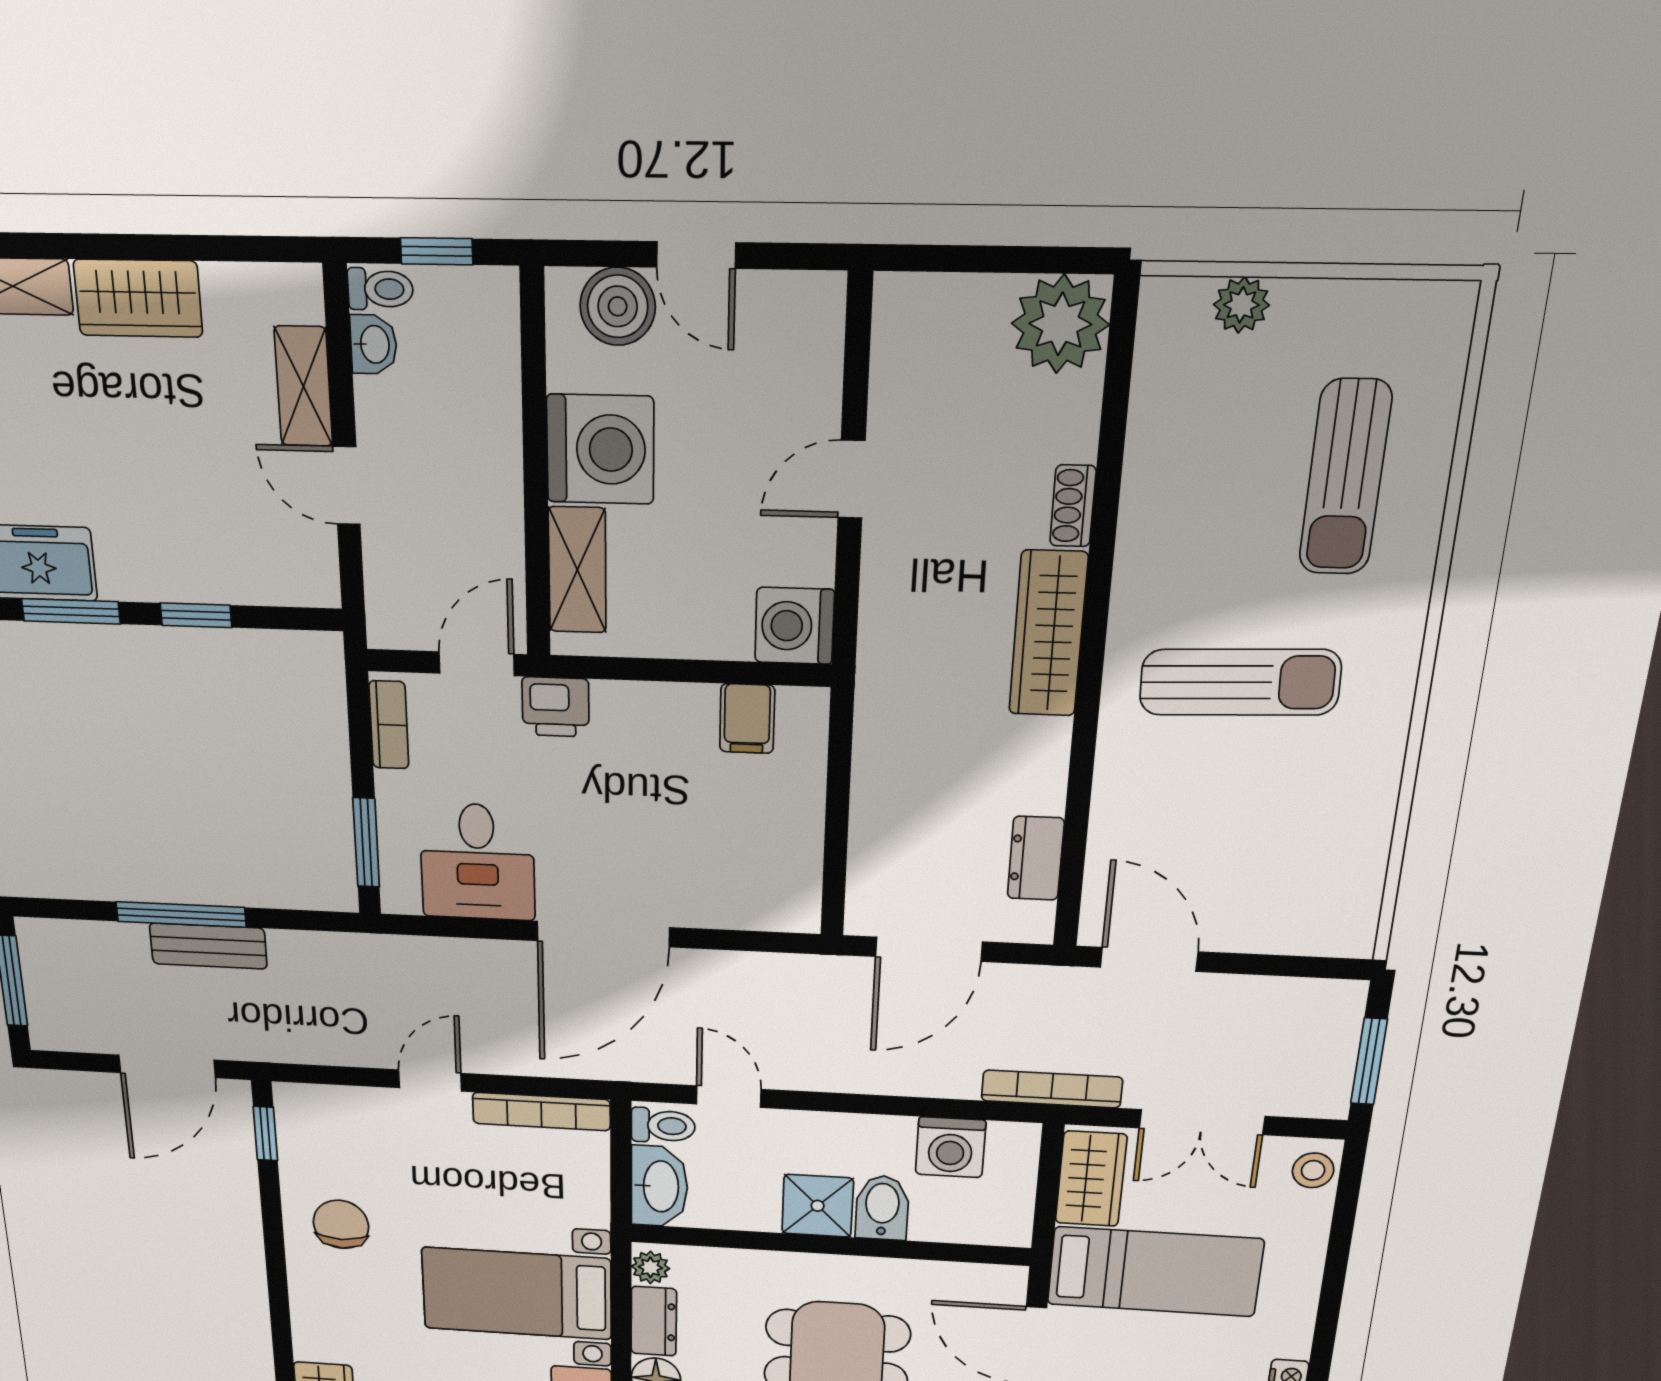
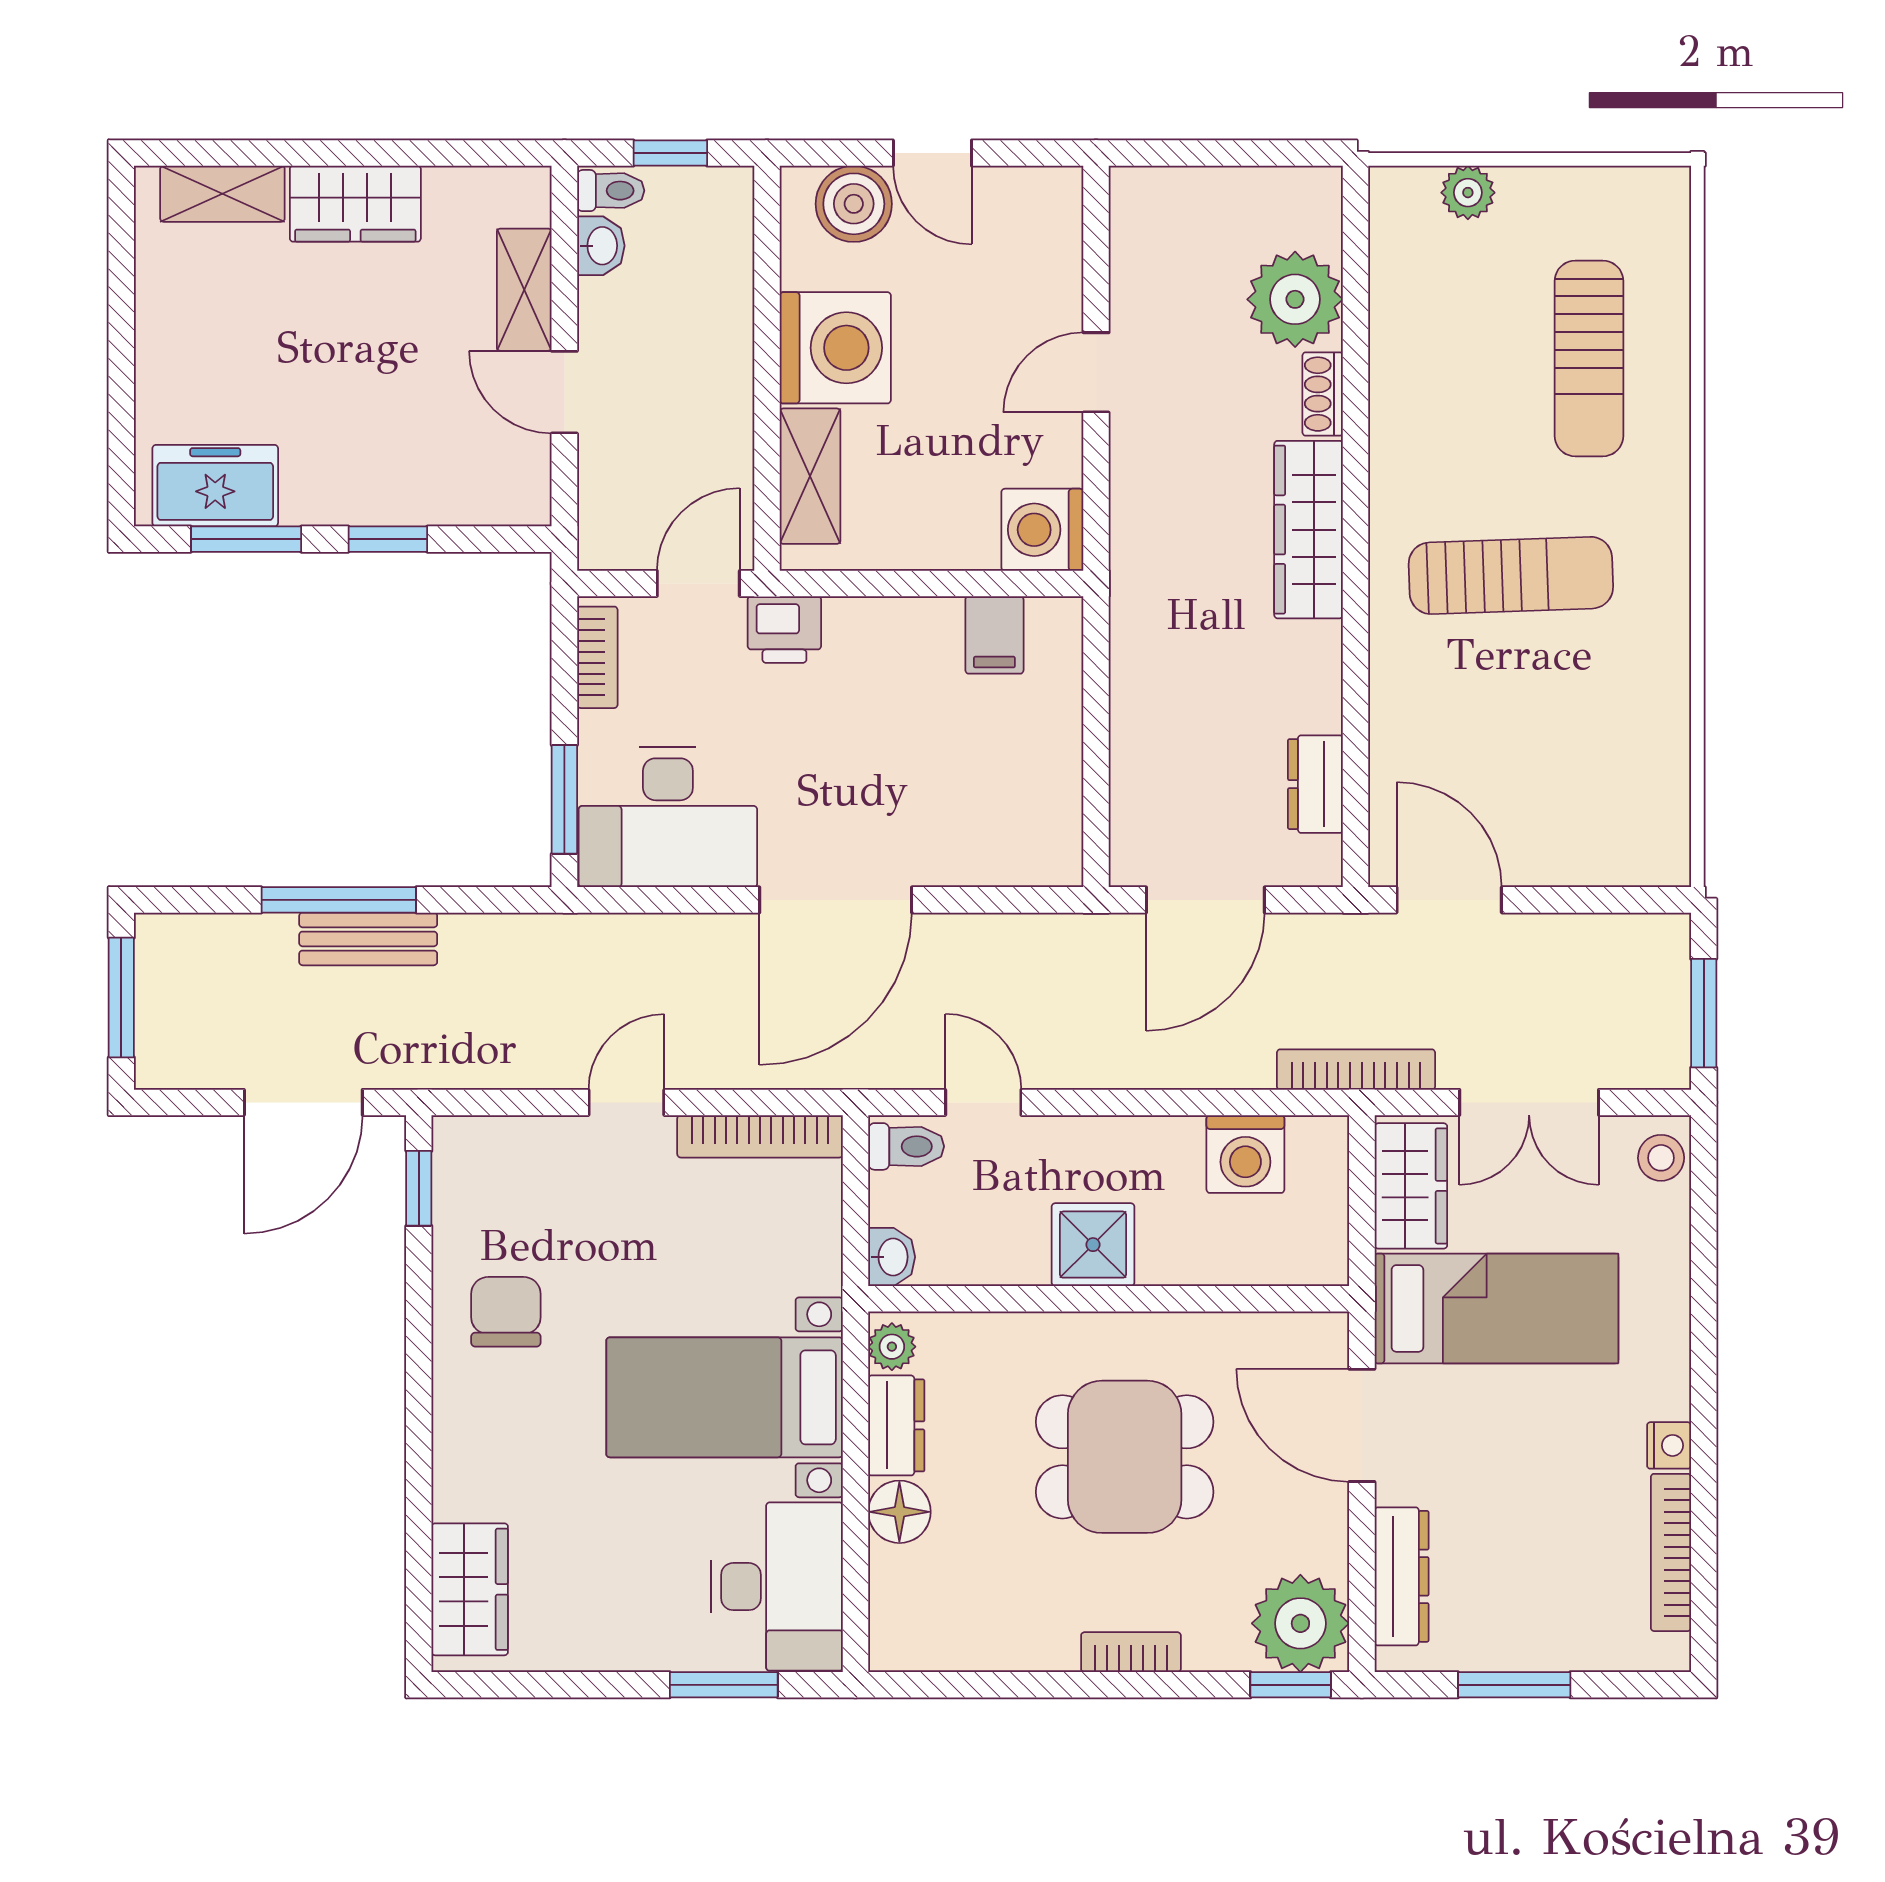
plant: (1060, 324) -> (1295, 299), moved
desk: (477, 862) -> (668, 817), width x1.37
washbasin: (659, 1186) -> (892, 1257), width x0.52, depth x0.69
bidet: (882, 1208) -> (1170, 1242), removed

